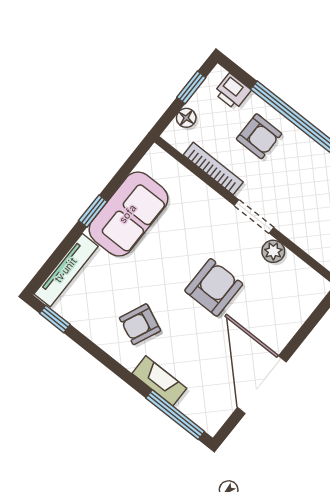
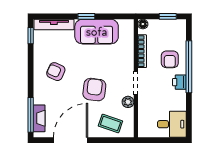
printer: (233, 91) -> (179, 82), moved
floor lamp: (186, 118) -> (143, 24), moved
armchair: (214, 287) -> (94, 90), turned -83
coffee table: (285, 304) -> (110, 124), added
fireplace: (159, 381) -> (39, 118), moved

